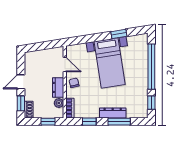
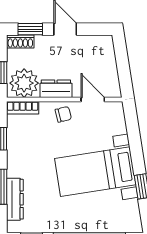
door: (65, 64) -> (93, 100), swing flipped
plant: (59, 103) -> (24, 83), width x1.87, depth x1.87
dresser: (113, 113) -> (15, 199), moved

